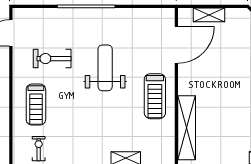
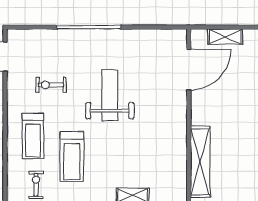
exercise bike: (52, 59) -> (51, 85), width x0.73, depth x0.72
treadmill: (155, 96) -> (72, 157), moved

